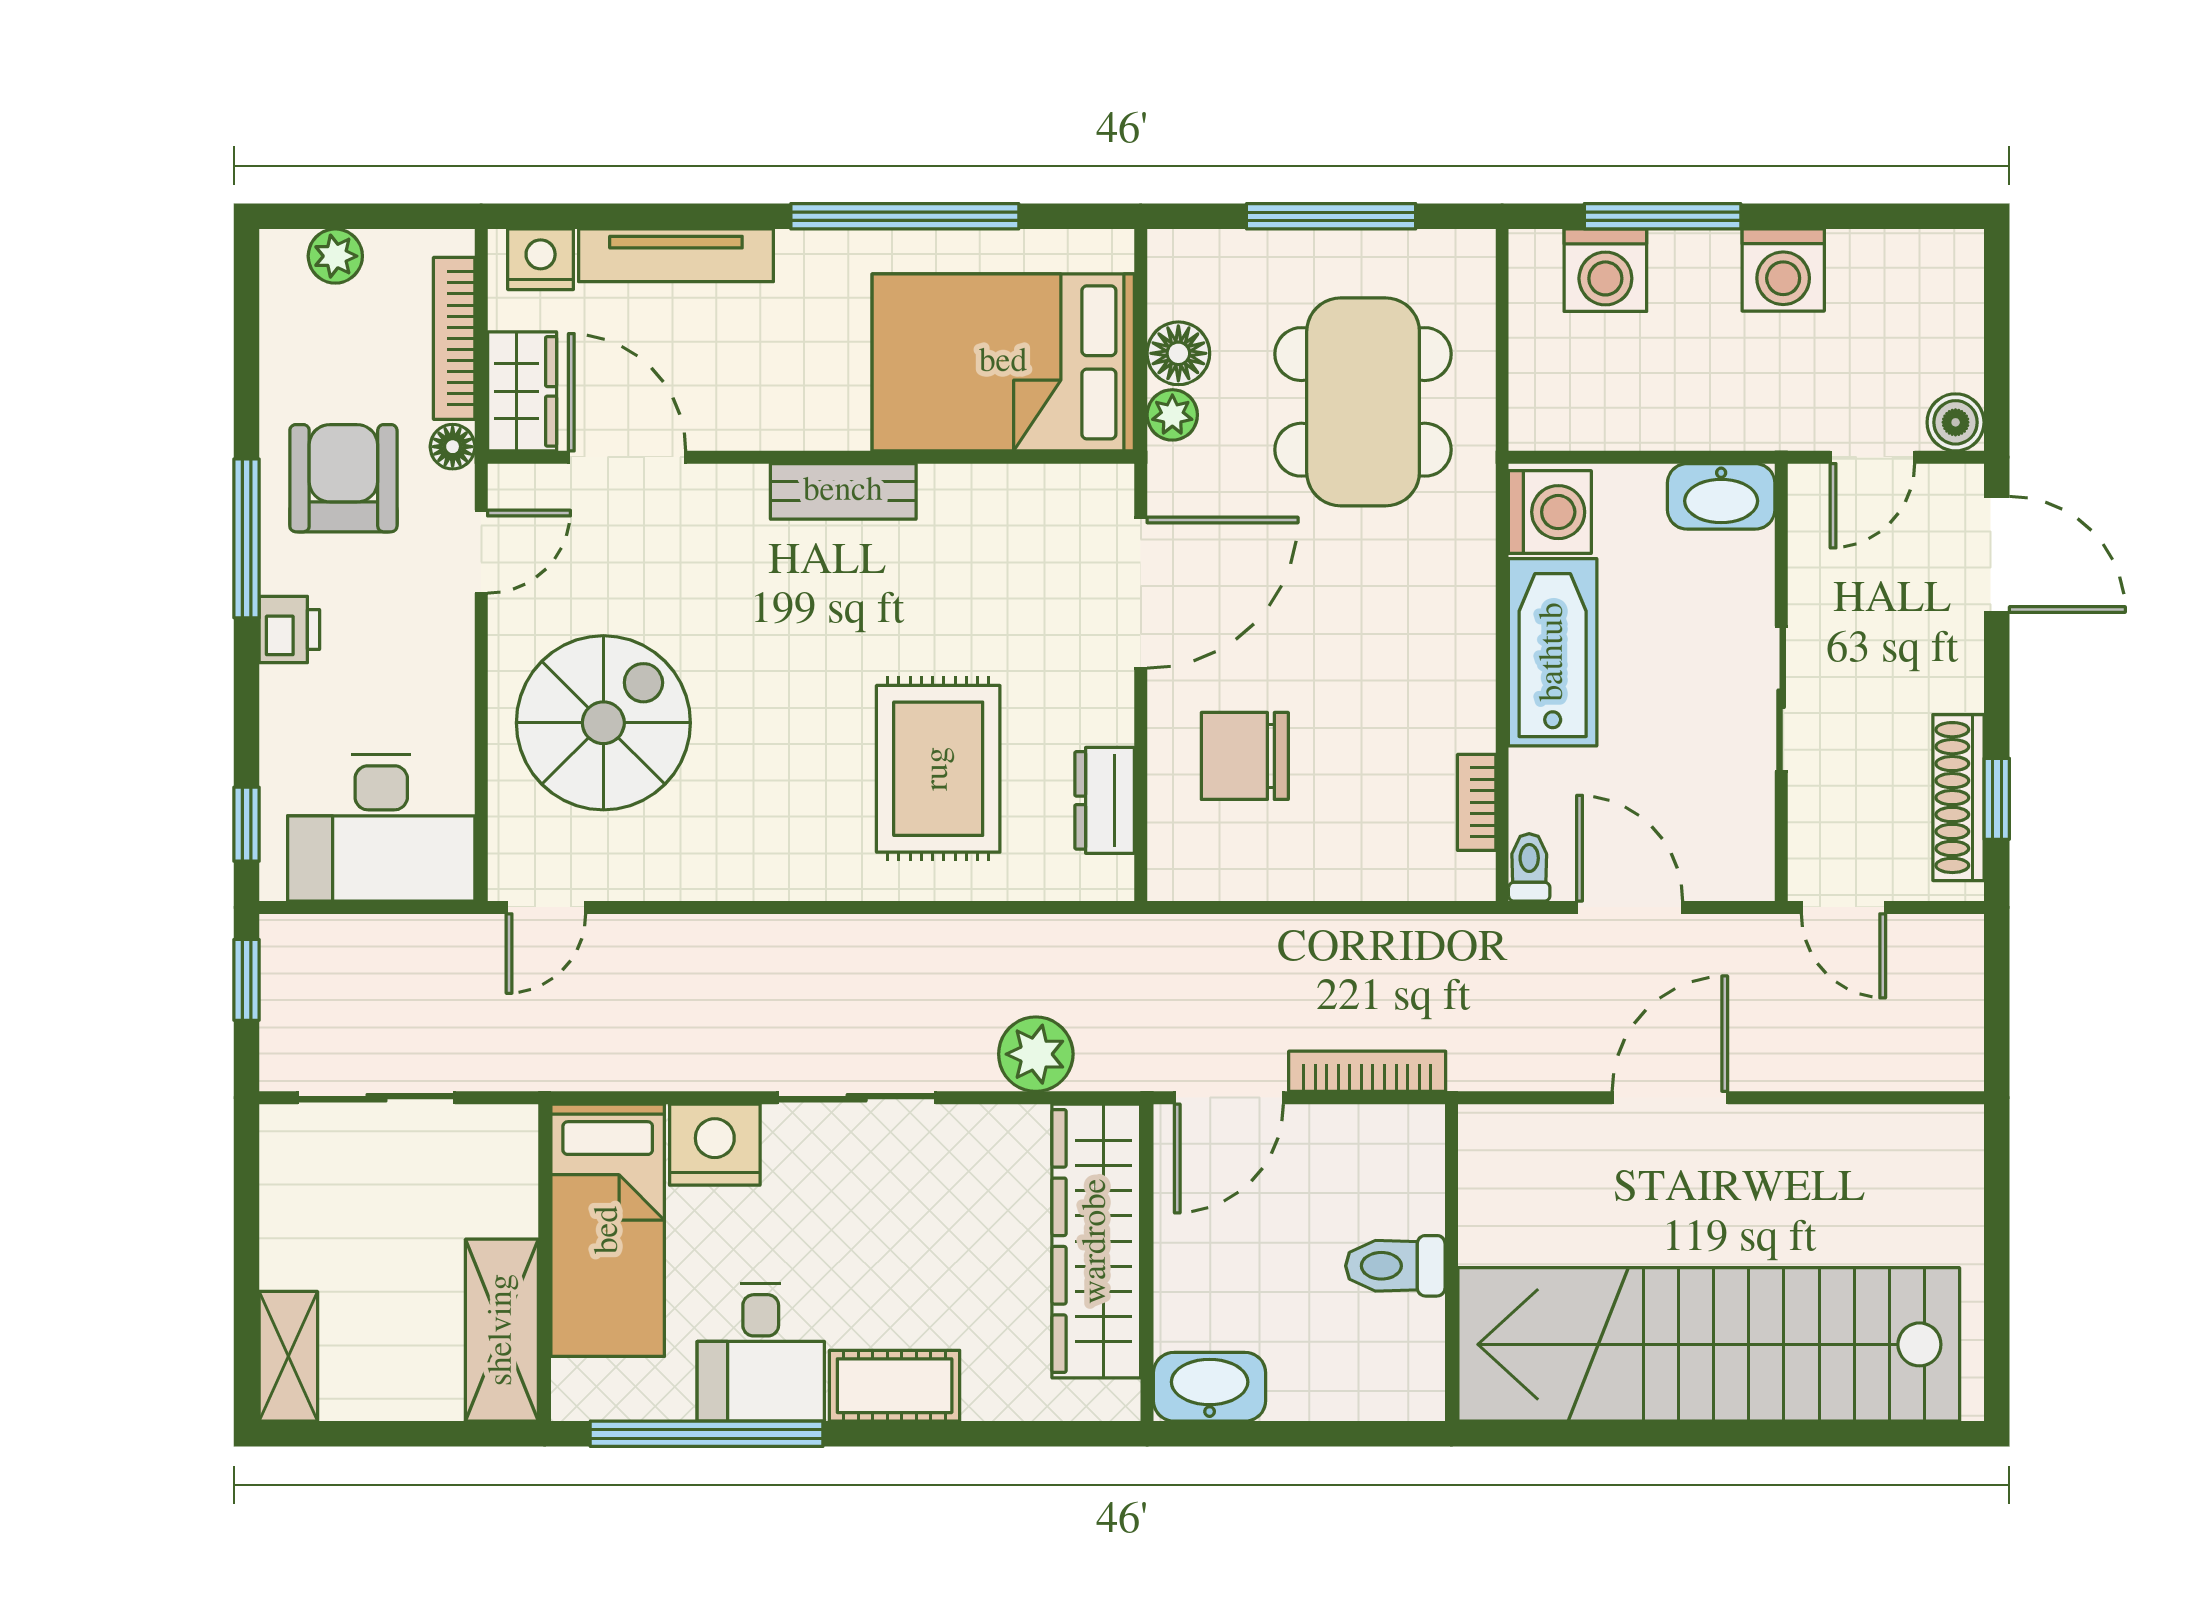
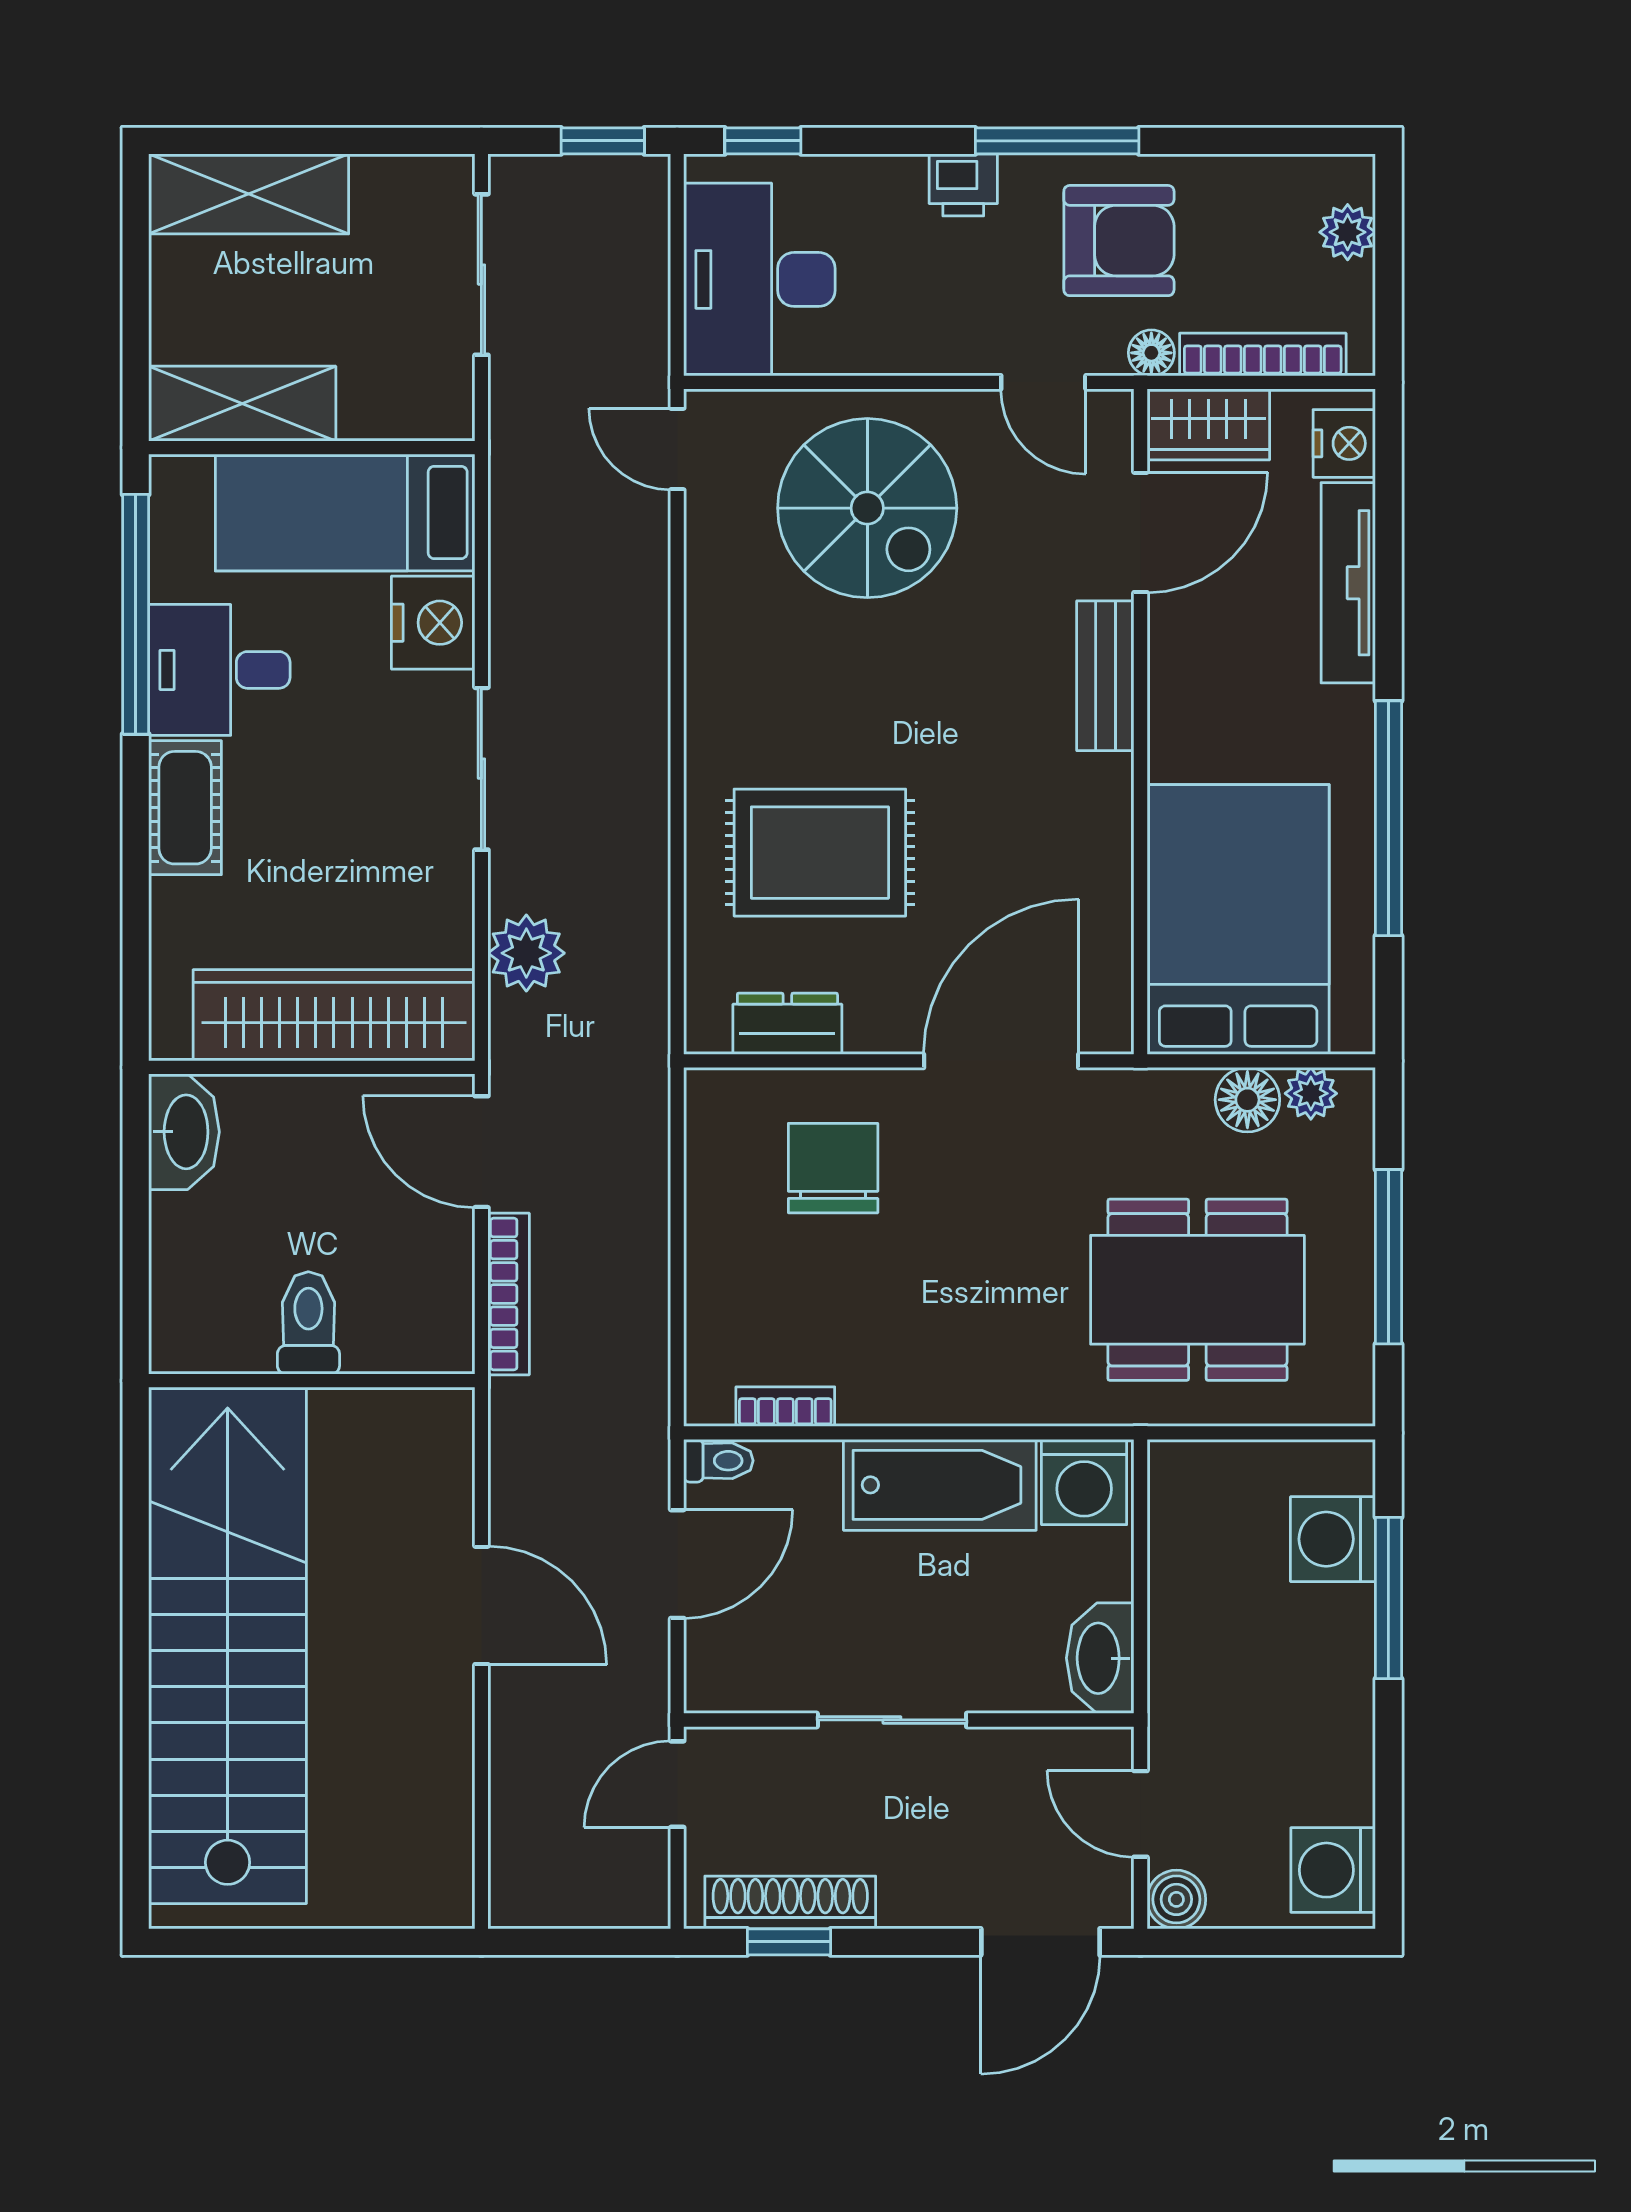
washing machine: (1783, 270) -> (1333, 1870), moved
plant: (1172, 415) -> (1311, 1093), moved
bench: (843, 491) -> (1105, 676), moved
door: (1141, 593) -> (1001, 1061), swing flipped
shelving: (288, 1356) -> (249, 194), width x1.50, depth x1.33

